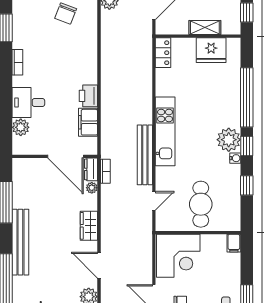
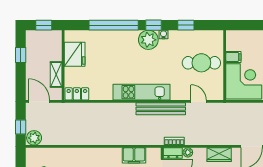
shelving: (205, 28) -> (56, 75), moved
printer: (88, 96) -> (112, 155), removed
filing cabinet: (234, 243) -> (233, 57), moved

